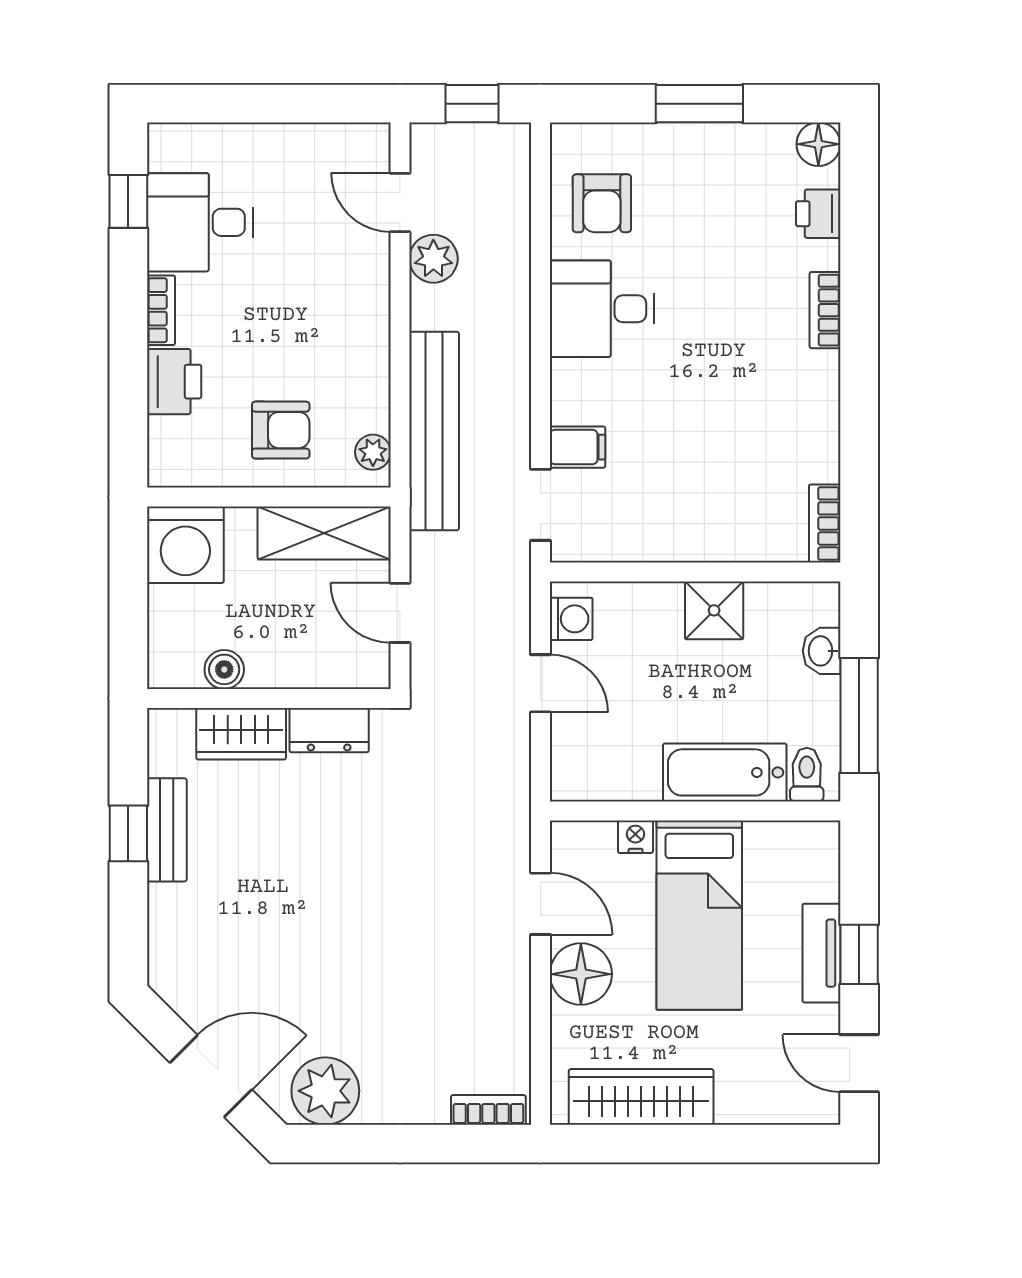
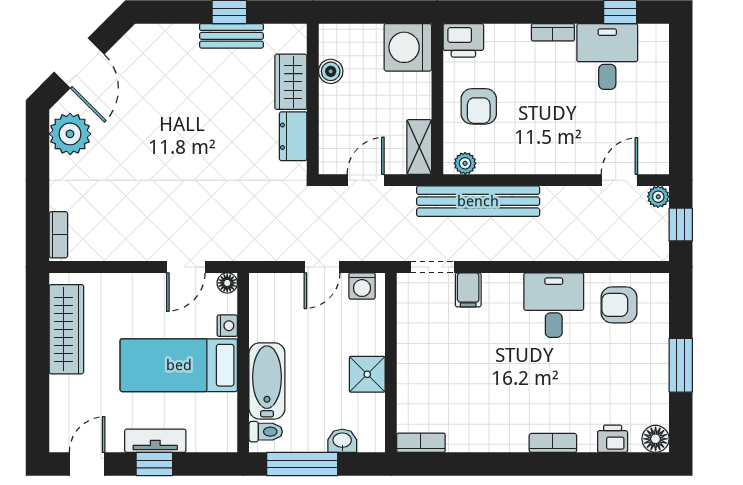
plant: (433, 259) -> (658, 197), moved, width x0.73, depth x0.73
printer: (174, 382) -> (463, 40), moved
shelving: (324, 533) -> (419, 147), width x0.67, depth x0.75
floor lamp: (581, 974) -> (227, 283), moved, width x0.53, depth x0.53

